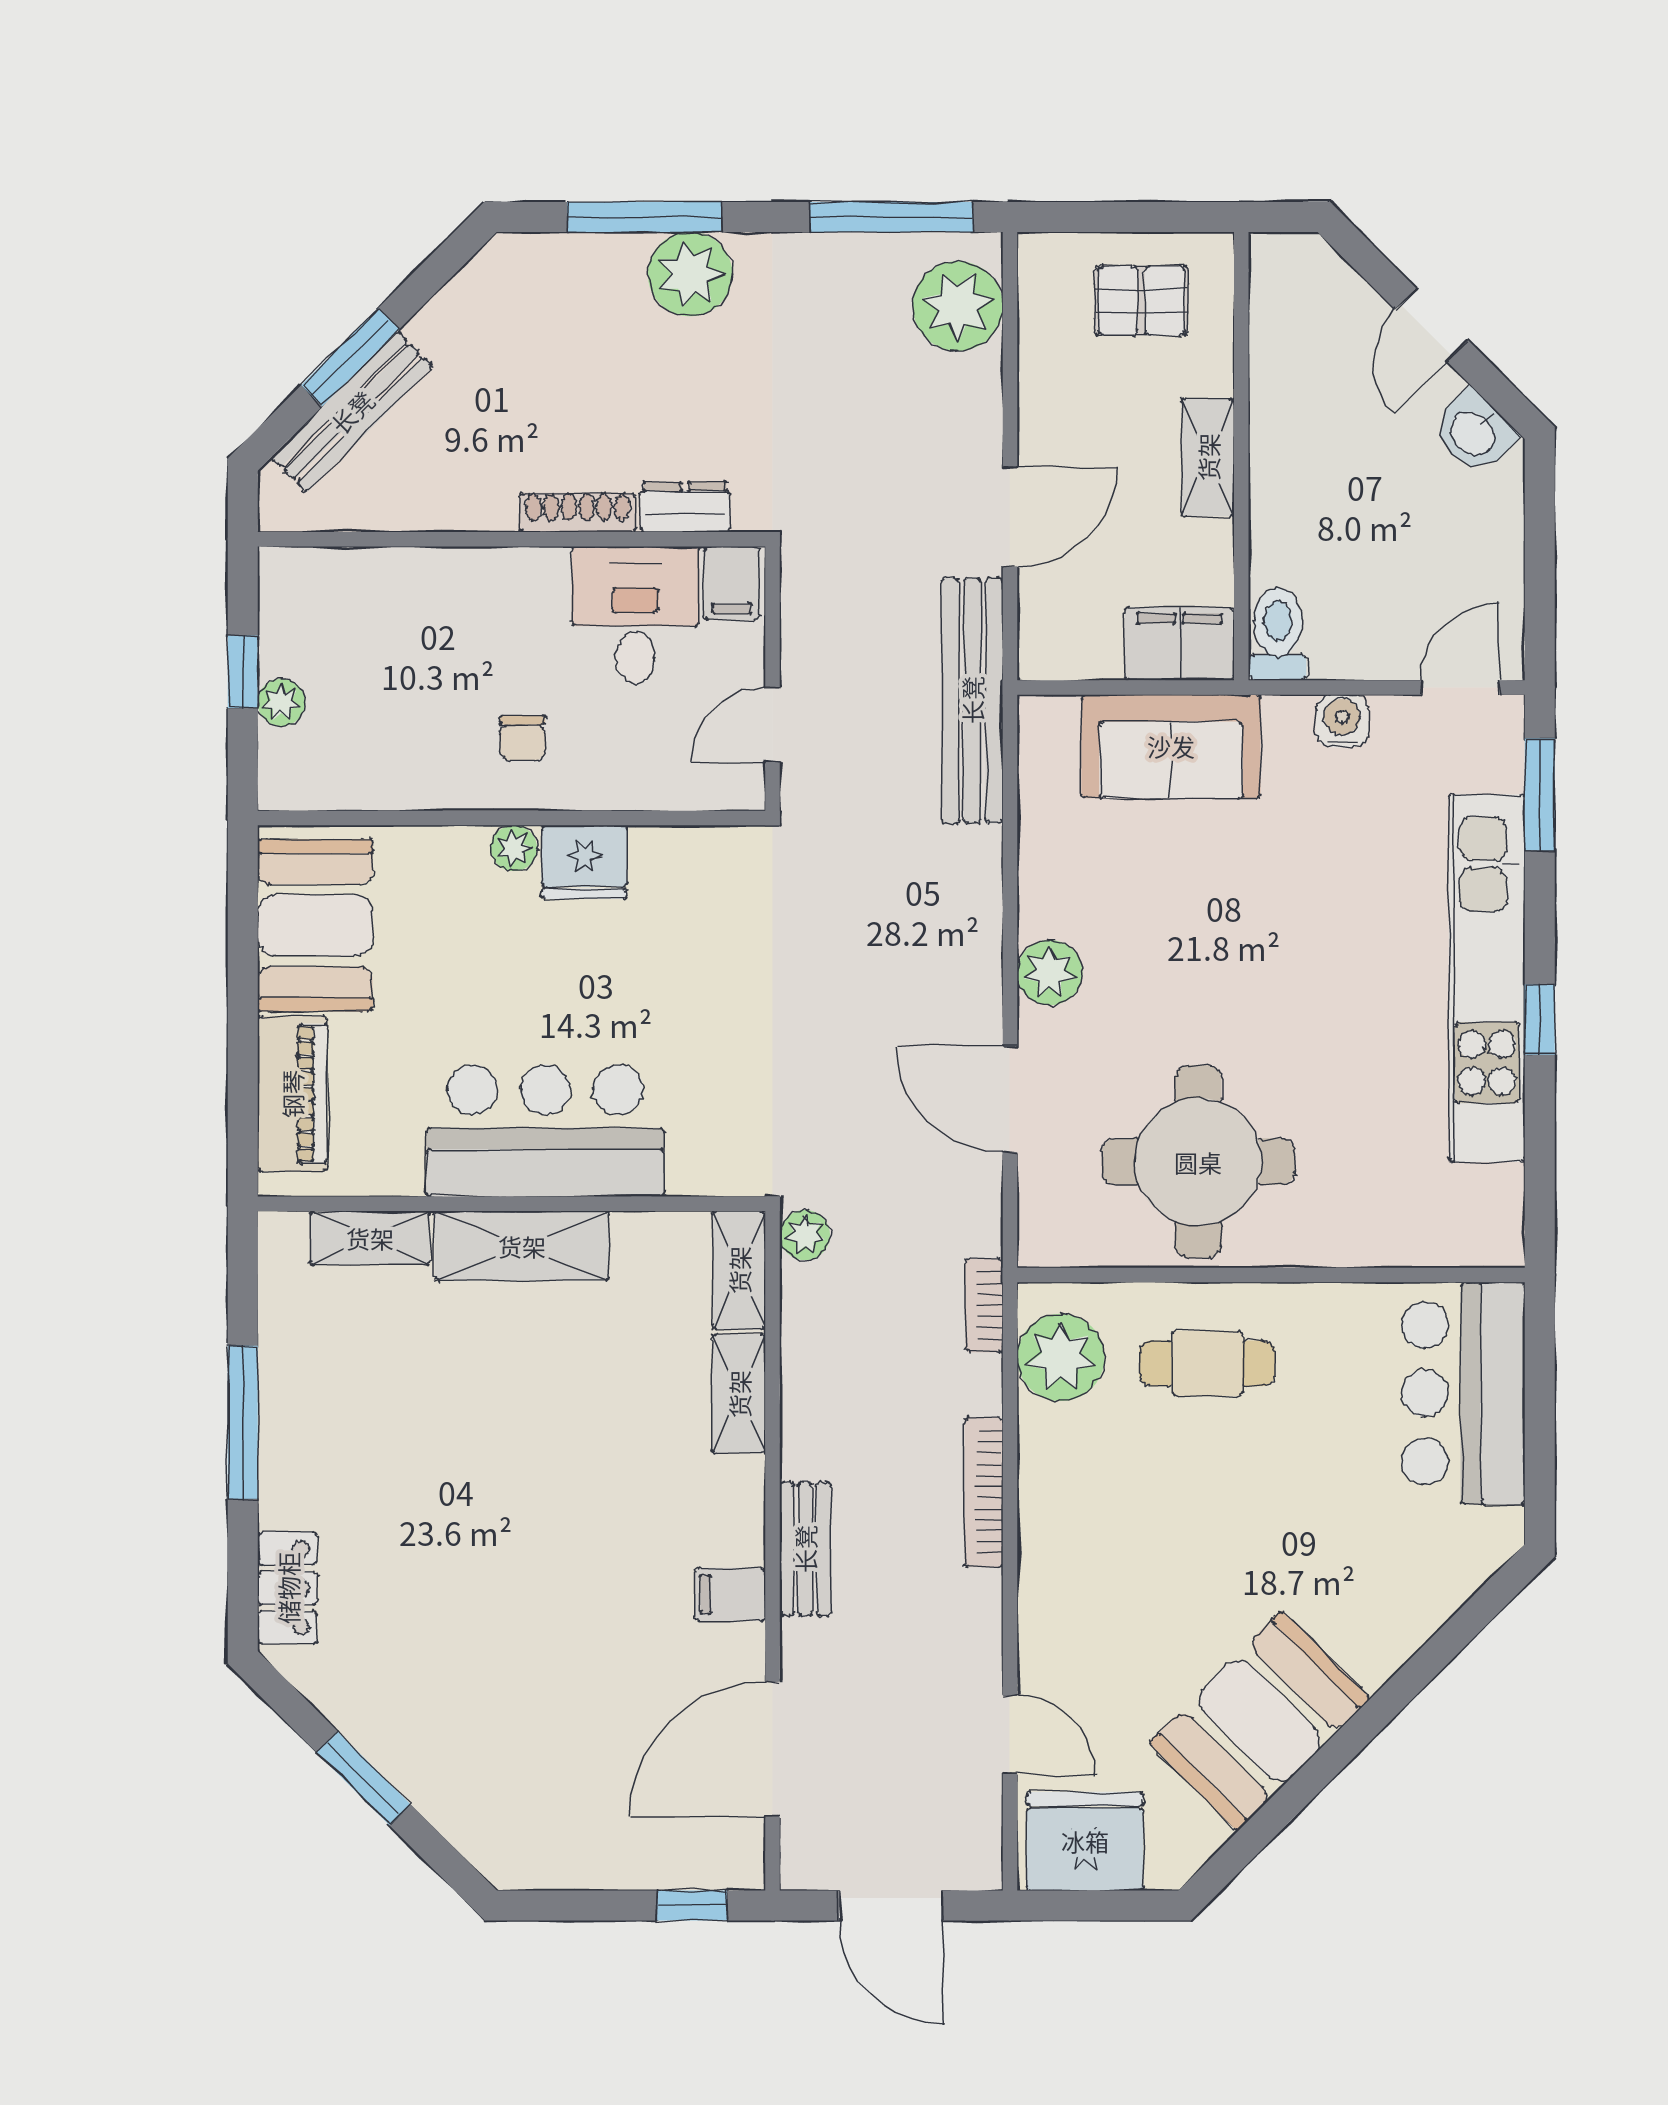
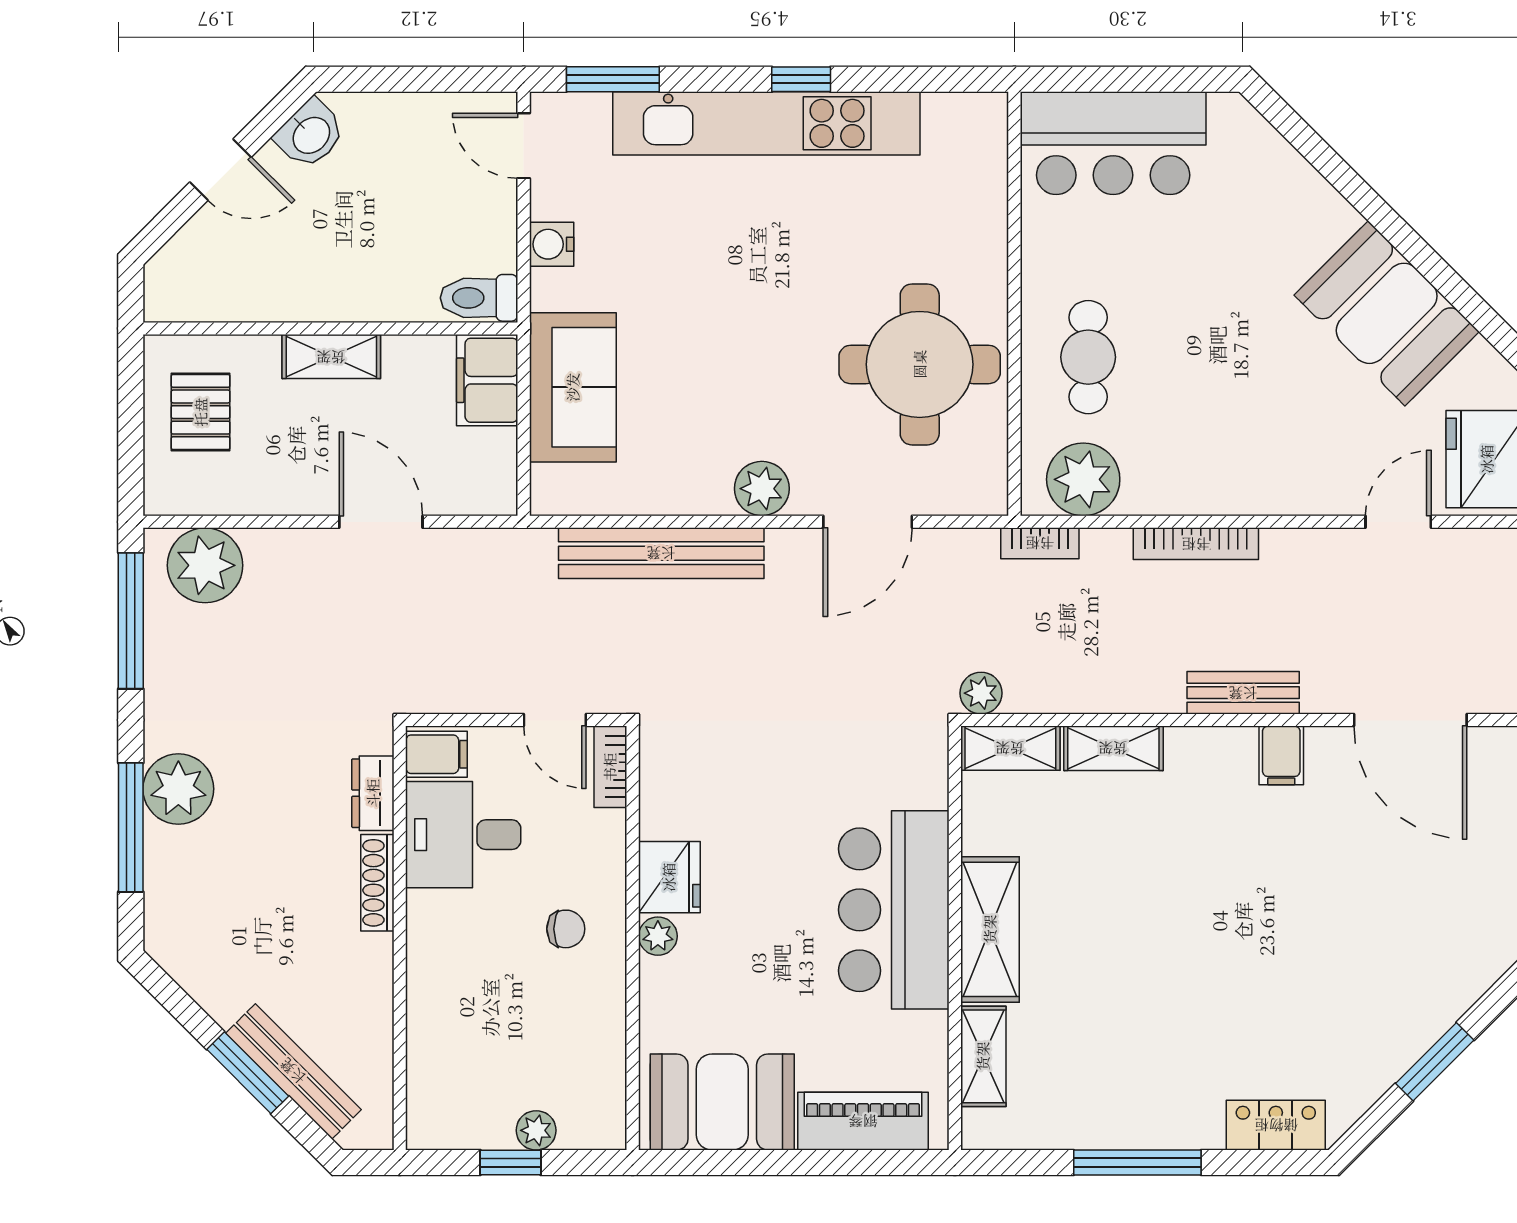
bench: (972, 700) -> (661, 553), moved
bookcase: (717, 791) -> (610, 767), added

